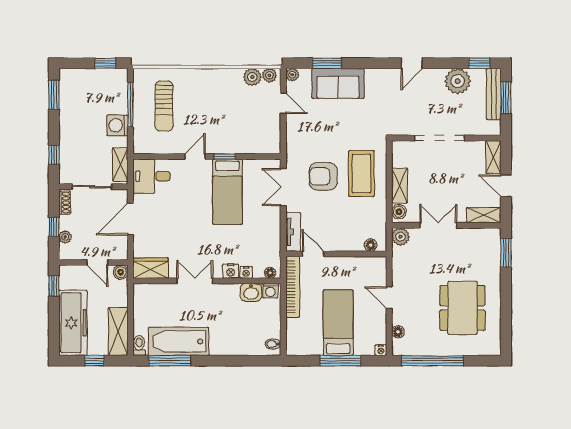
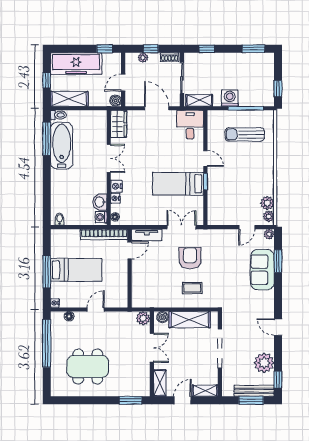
coffee table: (361, 174) -> (192, 288), width x0.54, depth x0.58
shelving: (400, 186) -> (190, 320), width x1.50, depth x1.33
floor lamp: (371, 245) -> (137, 295), removed

